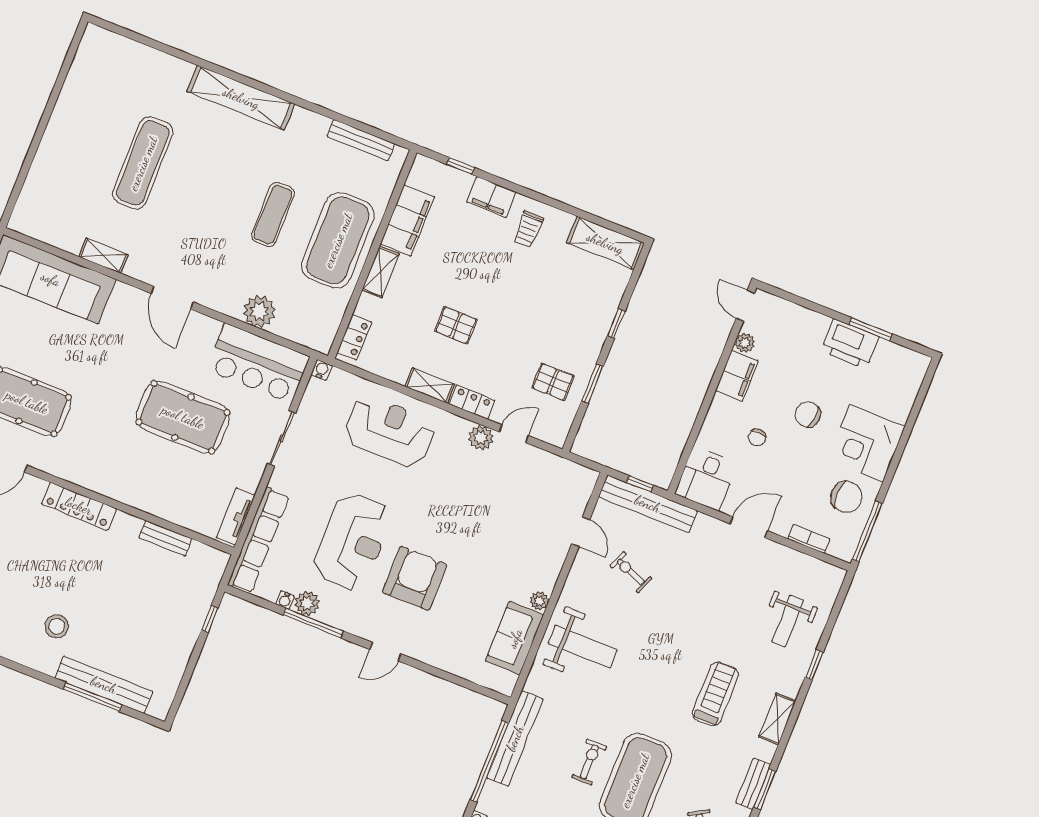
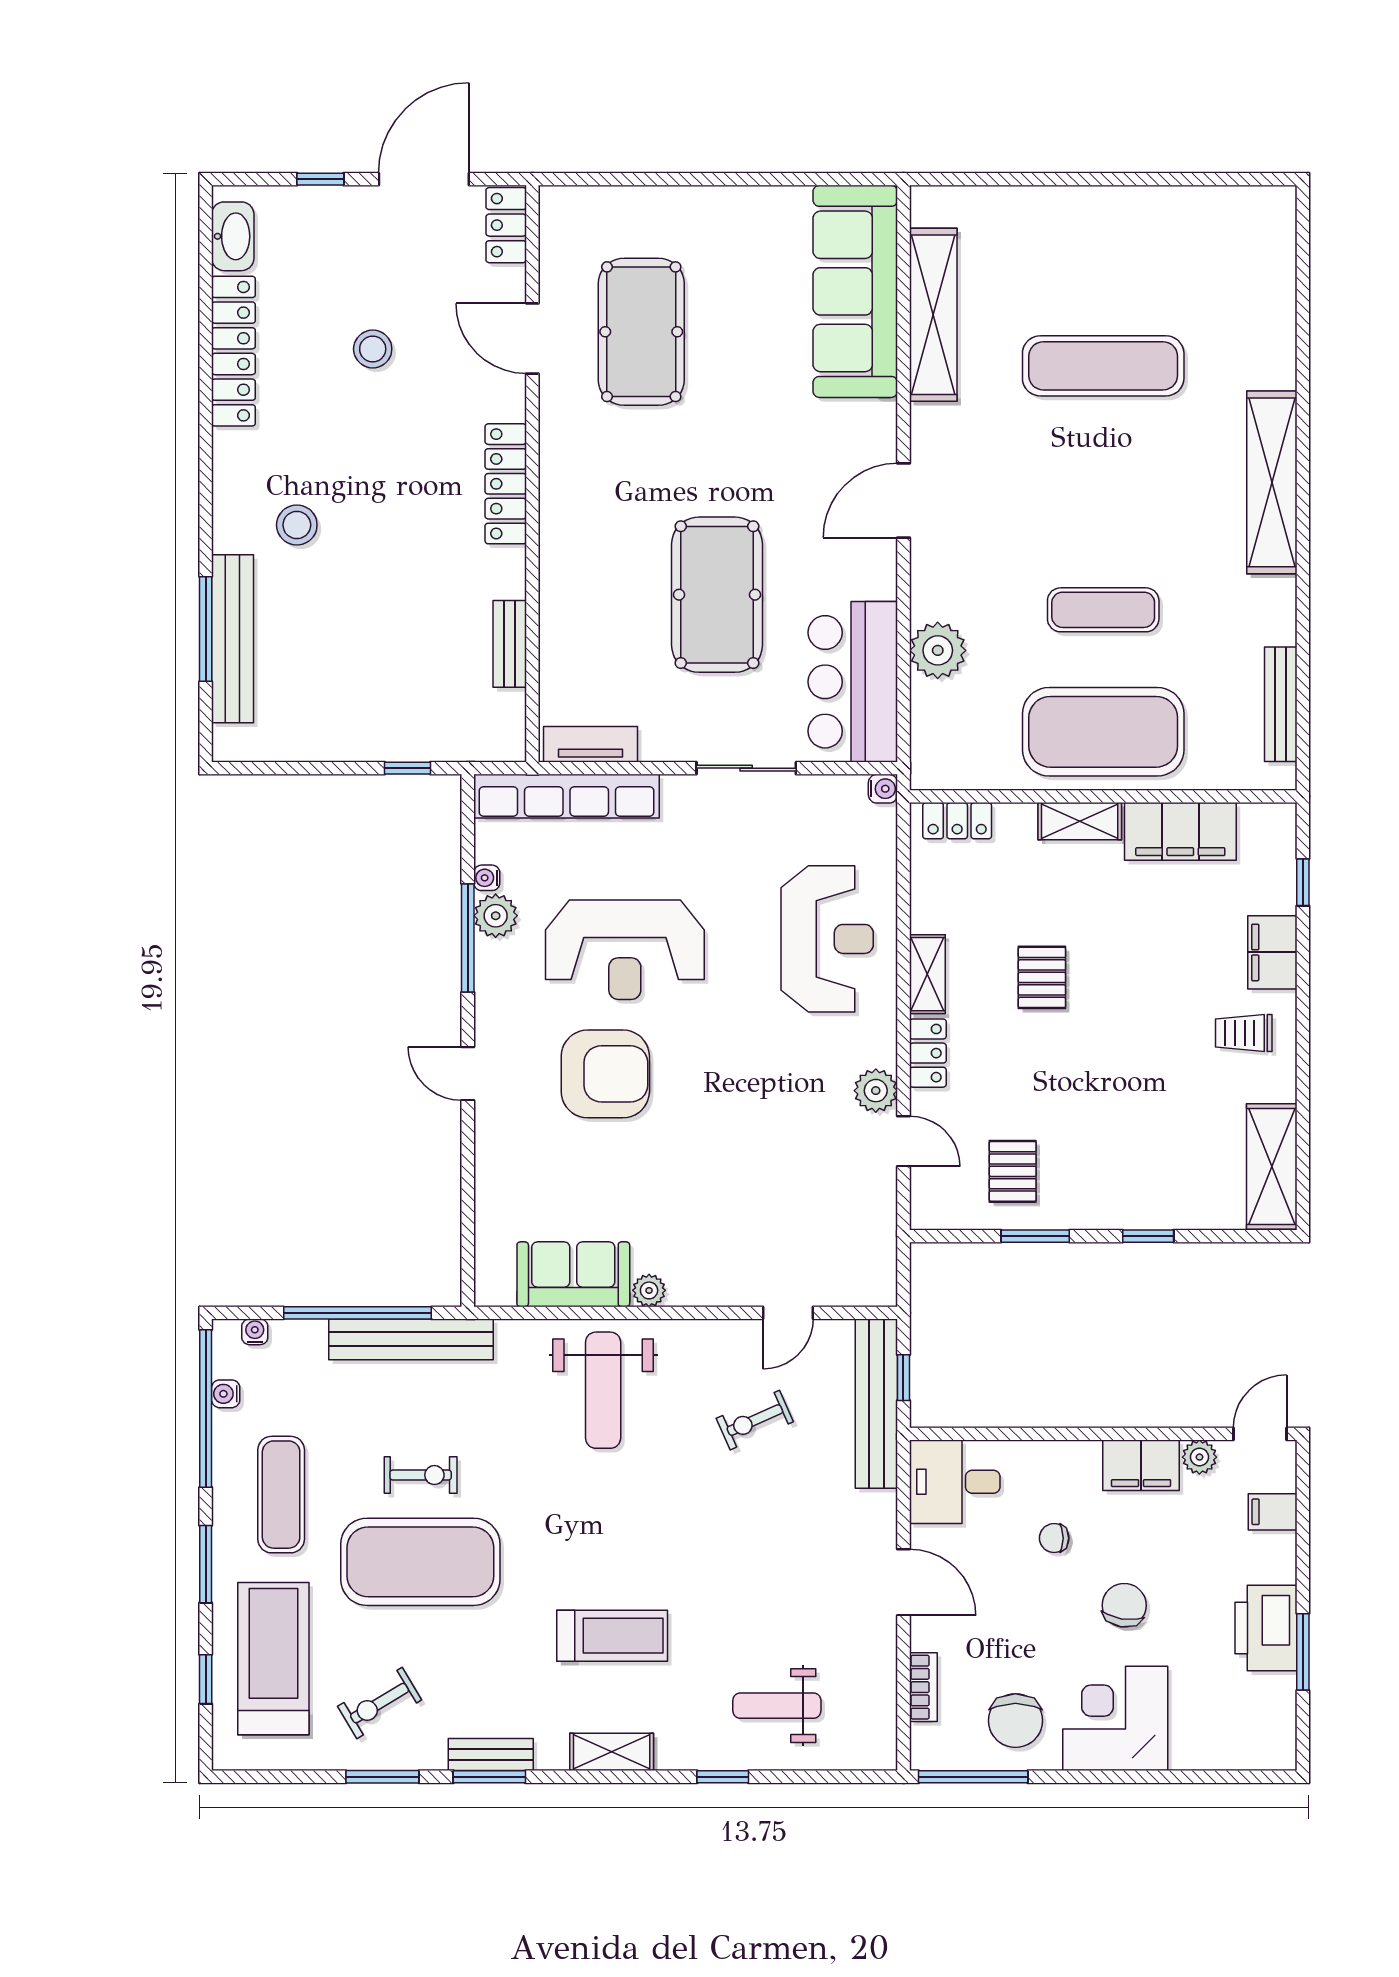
shelving: (103, 256) -> (933, 315), width x2.20, depth x1.33
filing cabinet: (790, 316) -> (1273, 1512), added
exercise bike: (631, 572) -> (755, 1420), turned -136

